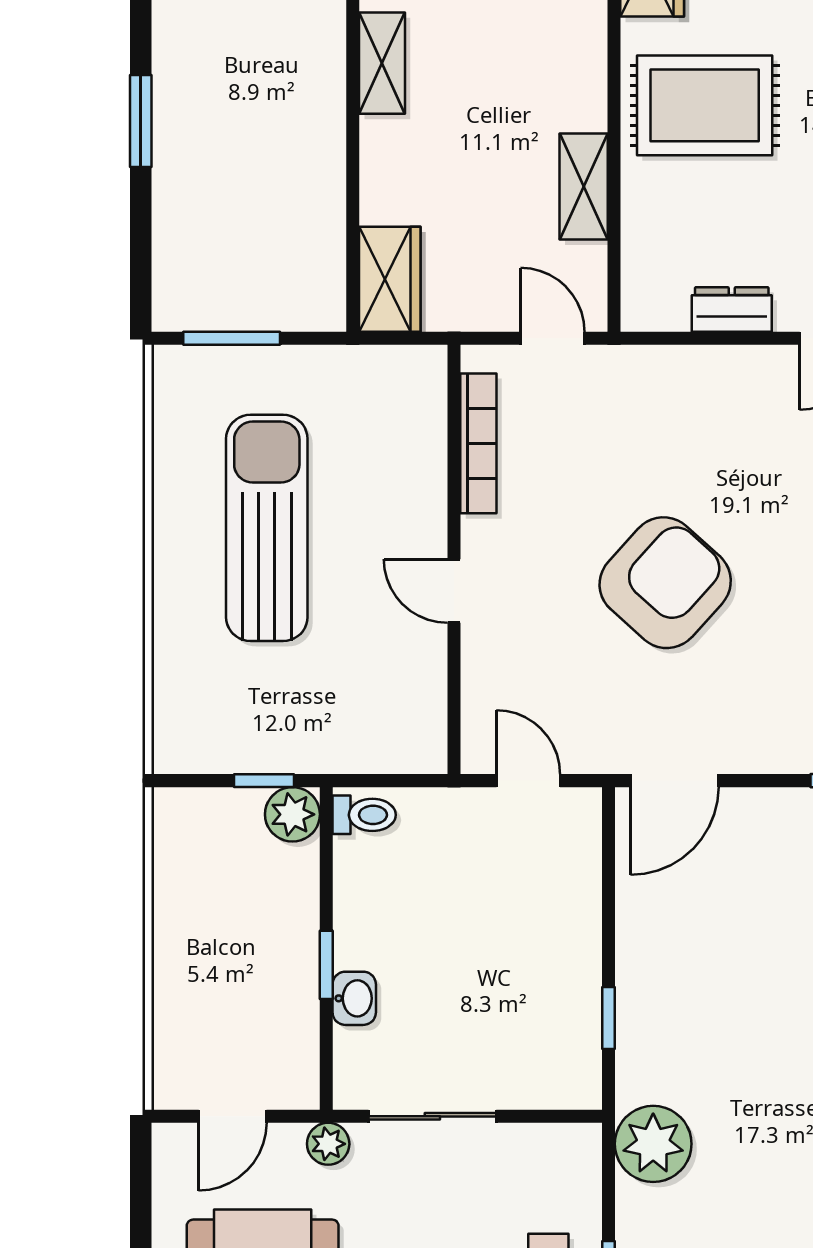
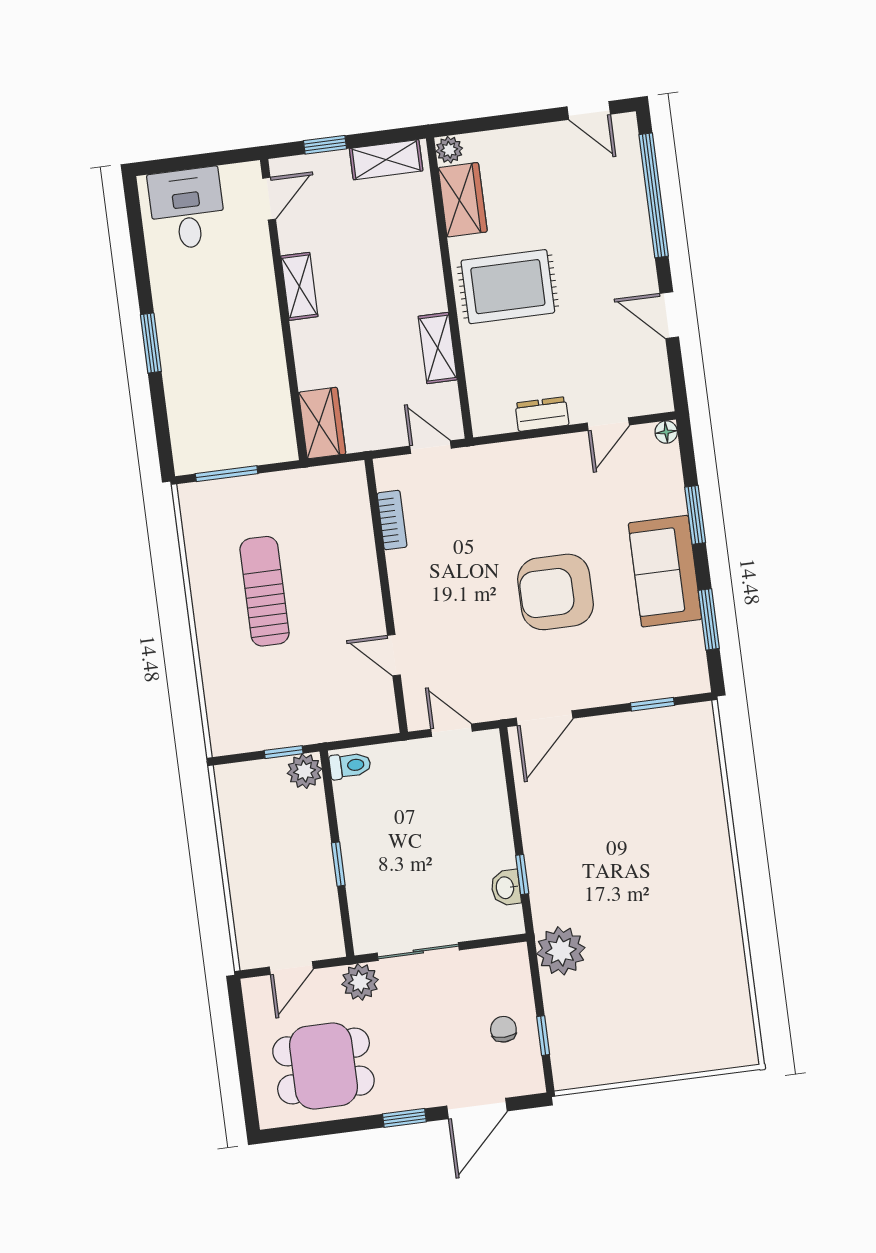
bookcase: (478, 443) -> (392, 520), width x0.64
sun lounger: (267, 528) -> (264, 591), width x0.73, depth x0.75
armchair: (665, 583) -> (555, 592), moved, turned -132
door: (454, 591) -> (394, 655), moved
washbasin: (354, 998) -> (506, 888), moved, turned 180
plant: (328, 1144) -> (360, 982), width x1.38, depth x1.38

